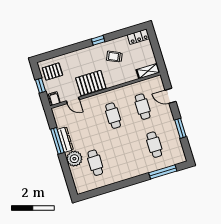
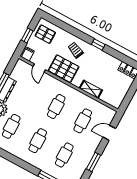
trolley: (114, 57) -> (76, 50), moved
shelving: (148, 71) -> (91, 89), moved
door: (170, 96) -> (109, 133), hinge flipped
cafe table: (125, 154) -> (38, 141), added

